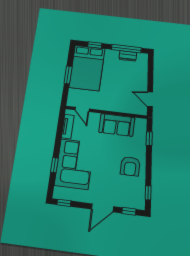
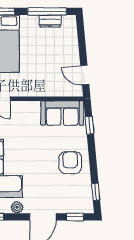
sofa: (117, 125) -> (62, 113), moved
armchair: (130, 166) -> (70, 163), turned 180
plant: (83, 197) -> (17, 207), added

